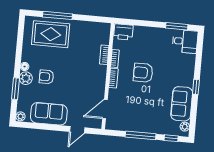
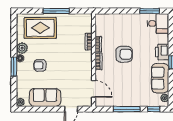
window: (57, 15) -> (56, 11), moved
printer: (123, 32) -> (162, 52), moved, turned 90
armchair: (143, 73) -> (124, 54), turned 180
plant: (26, 78) -> (22, 48), moved
window: (15, 89) -> (14, 67), moved
door: (105, 109) -> (94, 89), swing flipped

